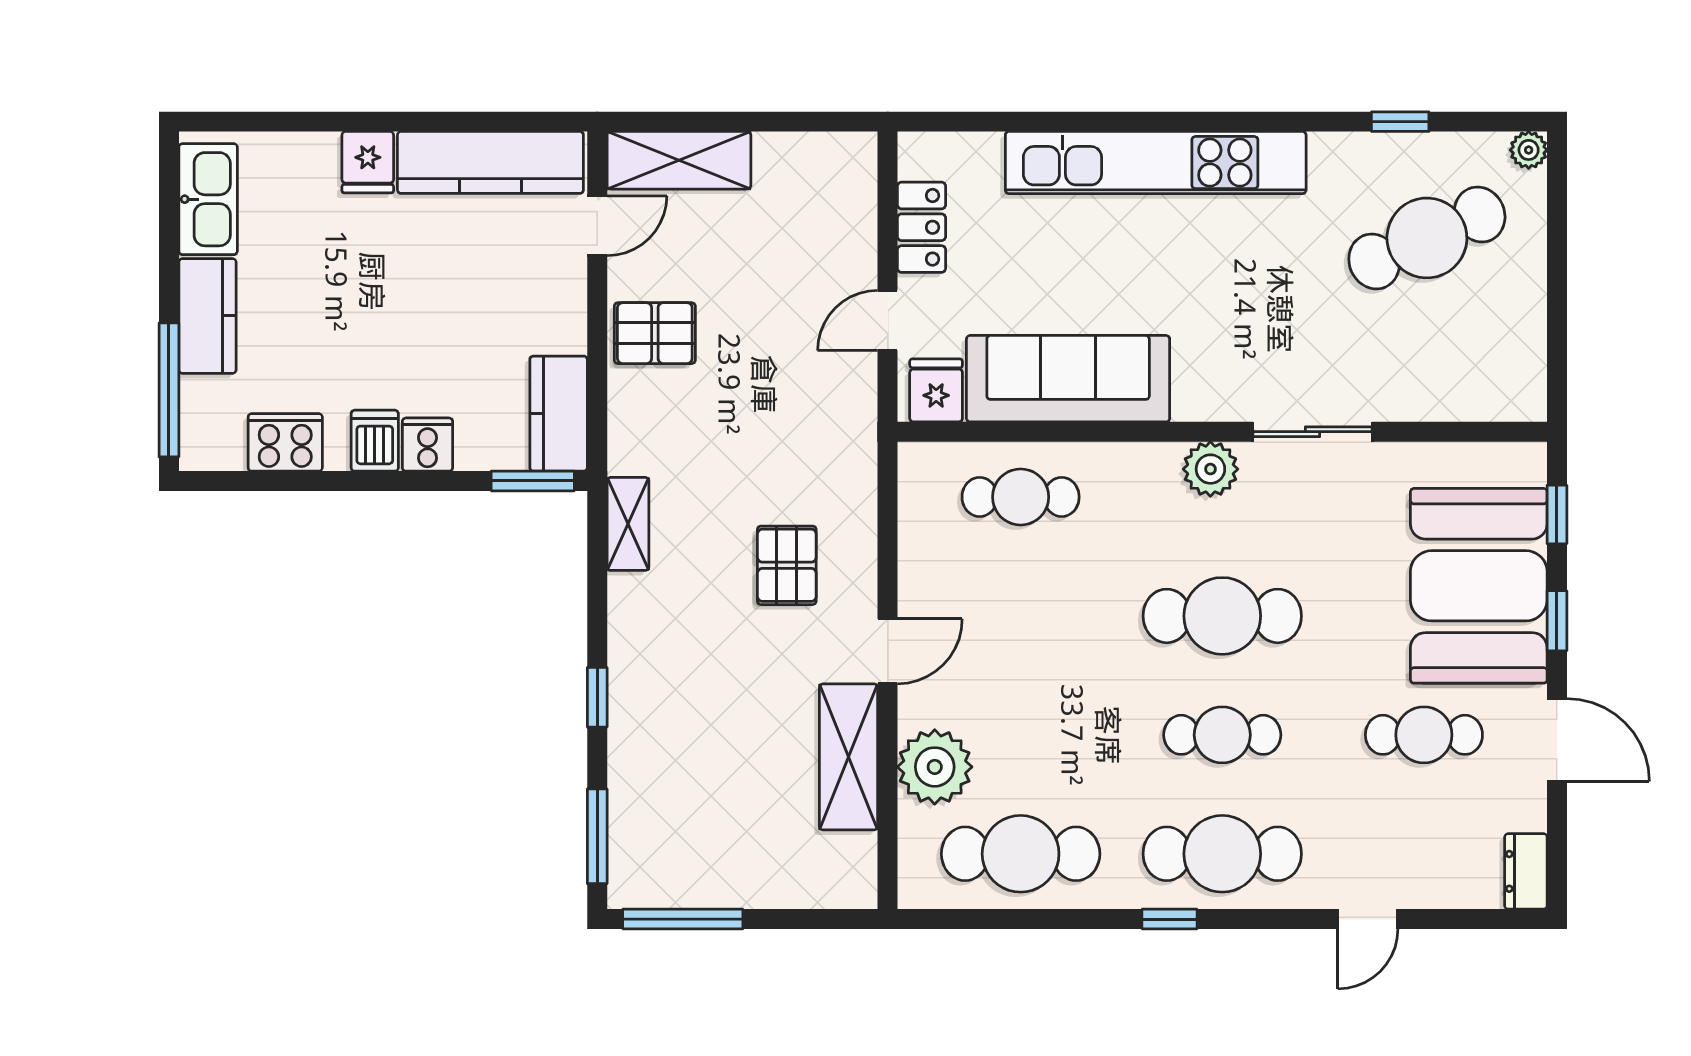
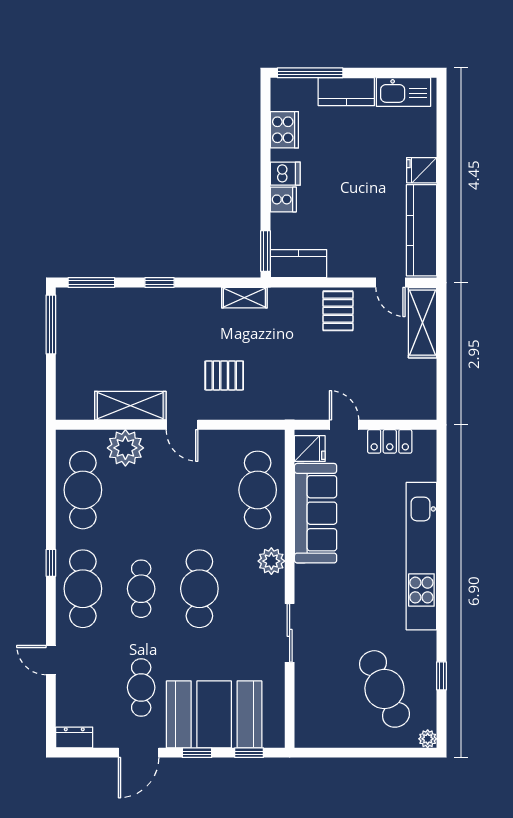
plant: (1210, 469) -> (271, 561), moved
cafe table: (1021, 497) -> (258, 490), width x1.37, depth x1.35

